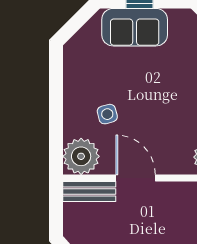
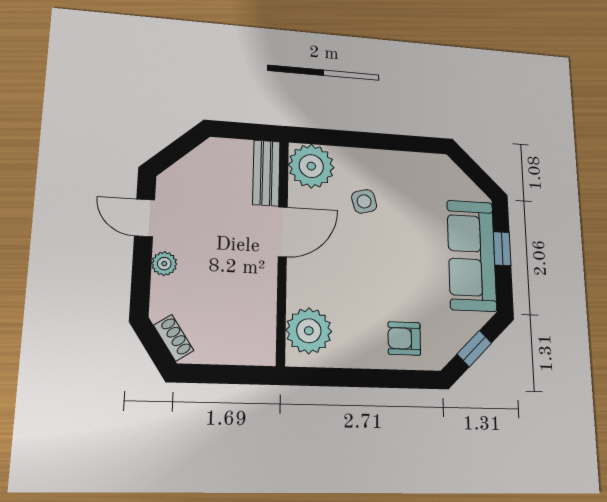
sofa: (135, 27) -> (472, 255), width x1.36

